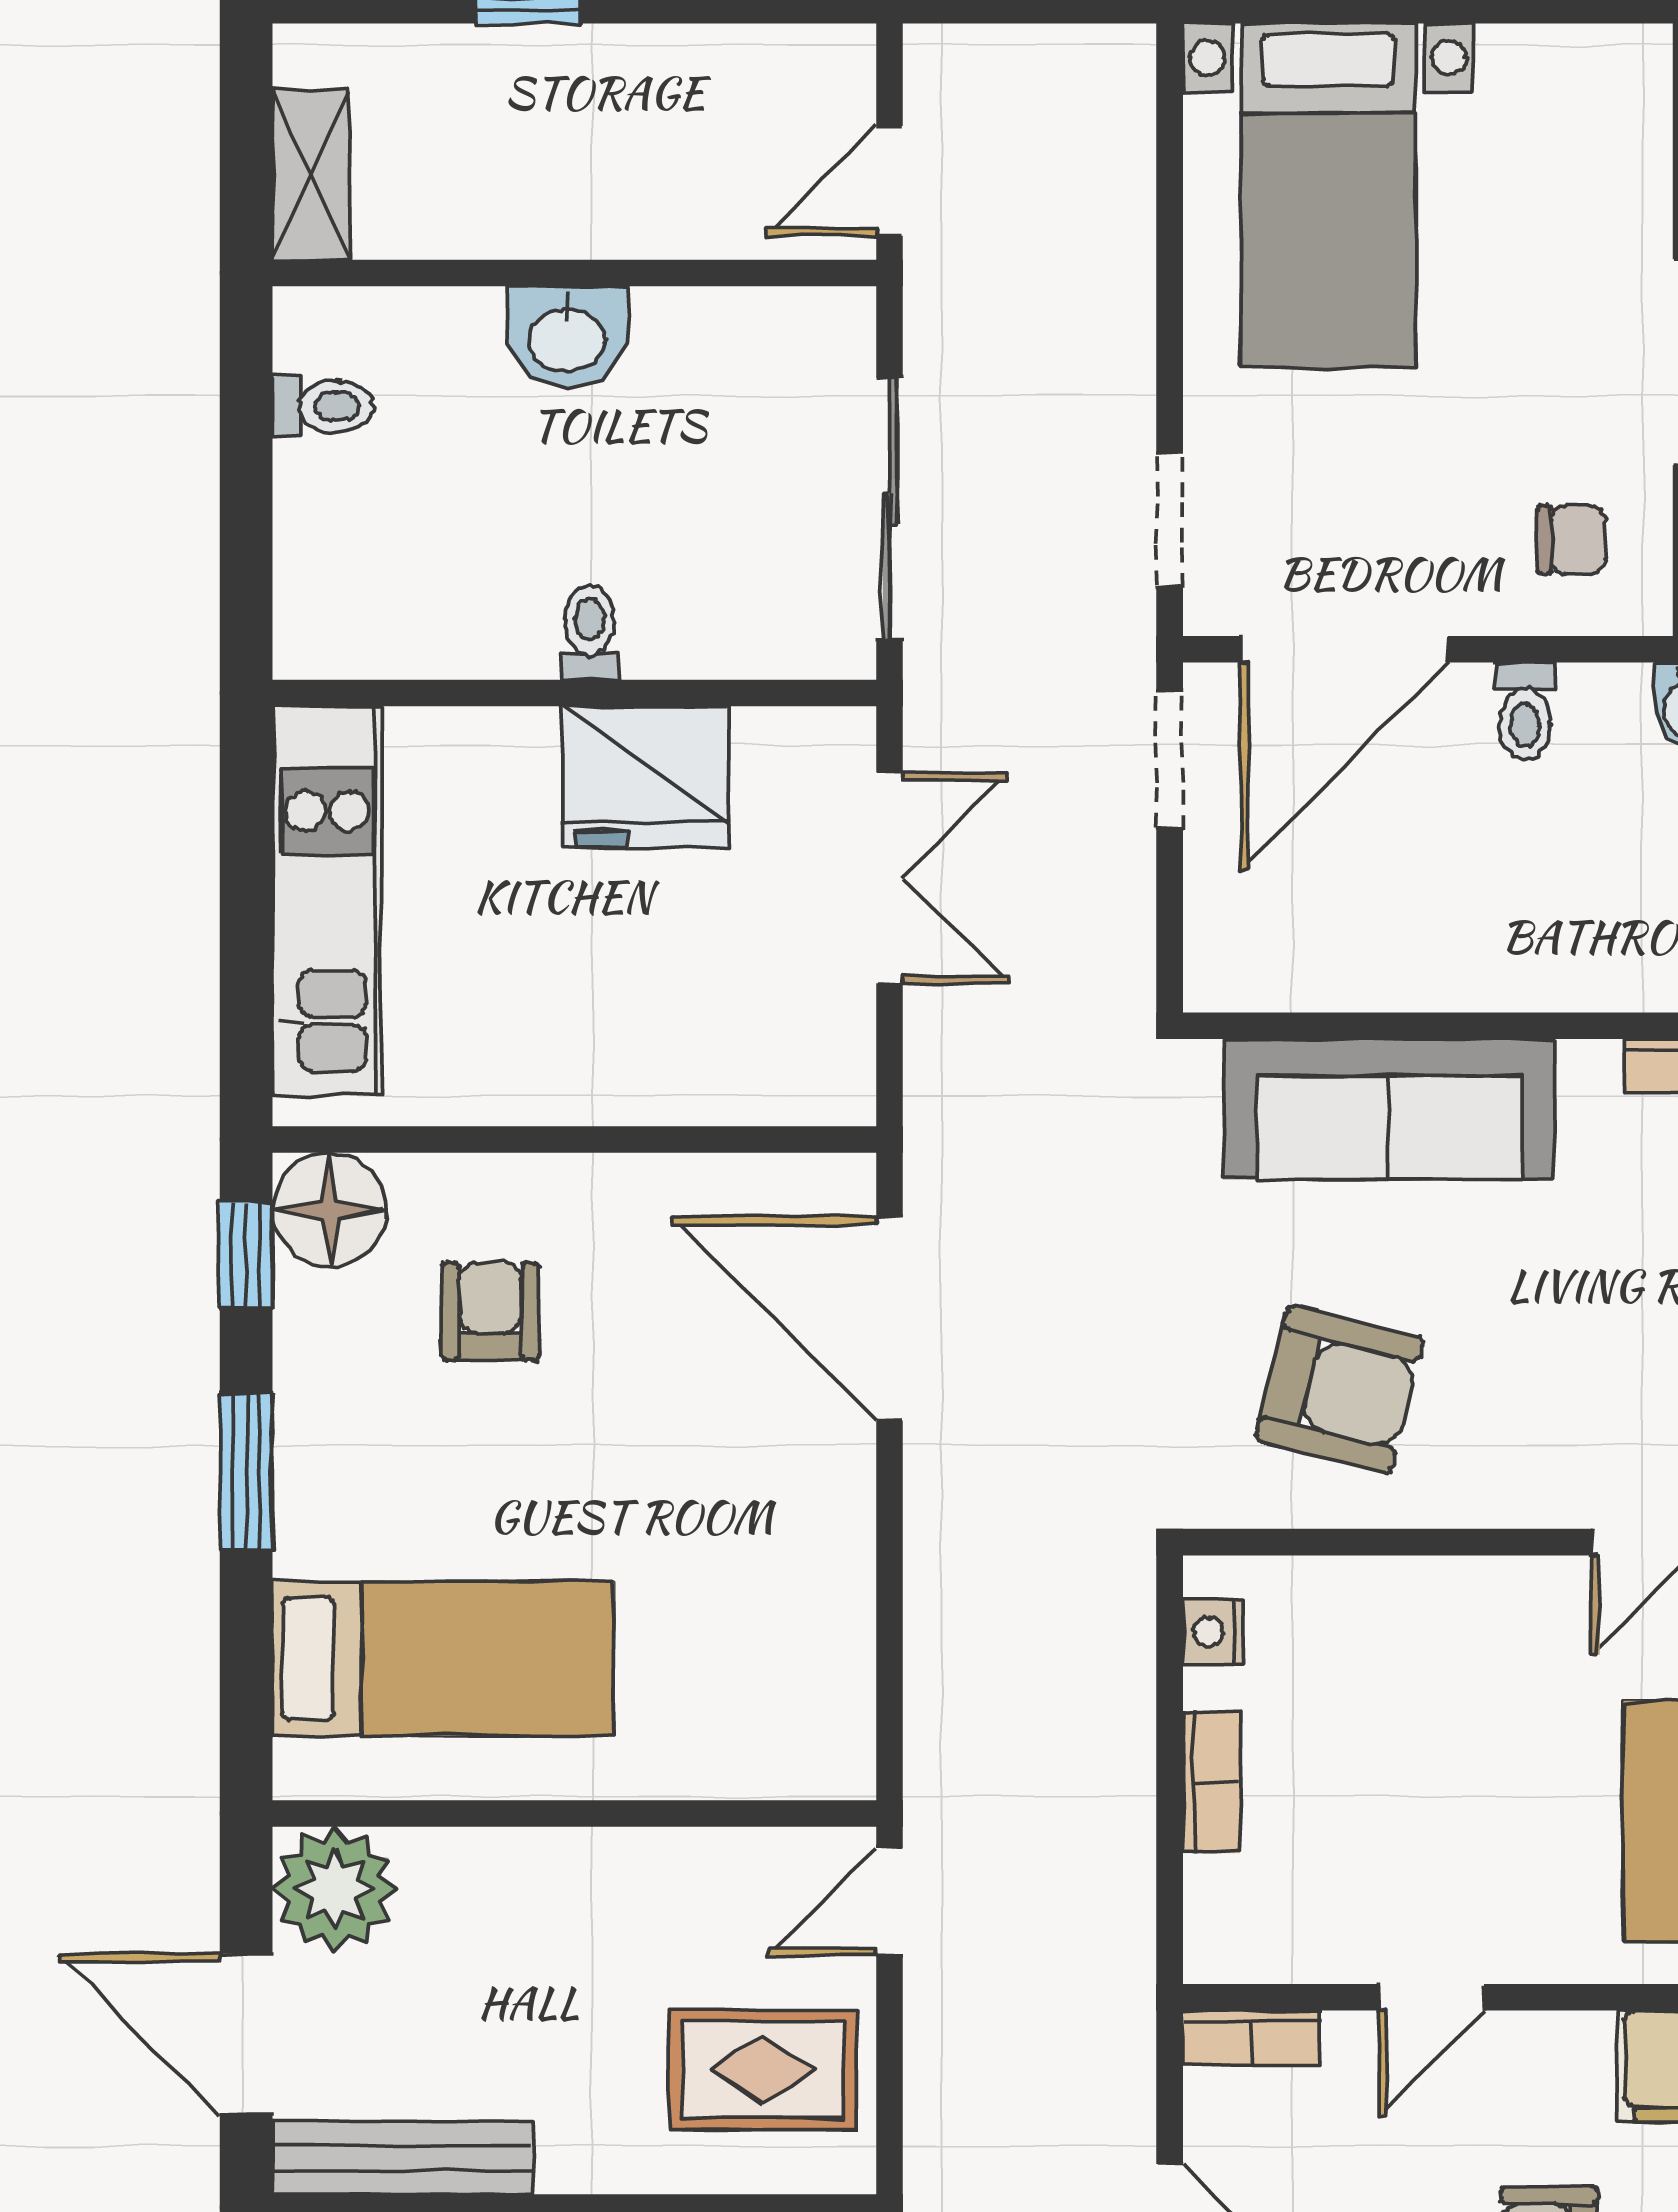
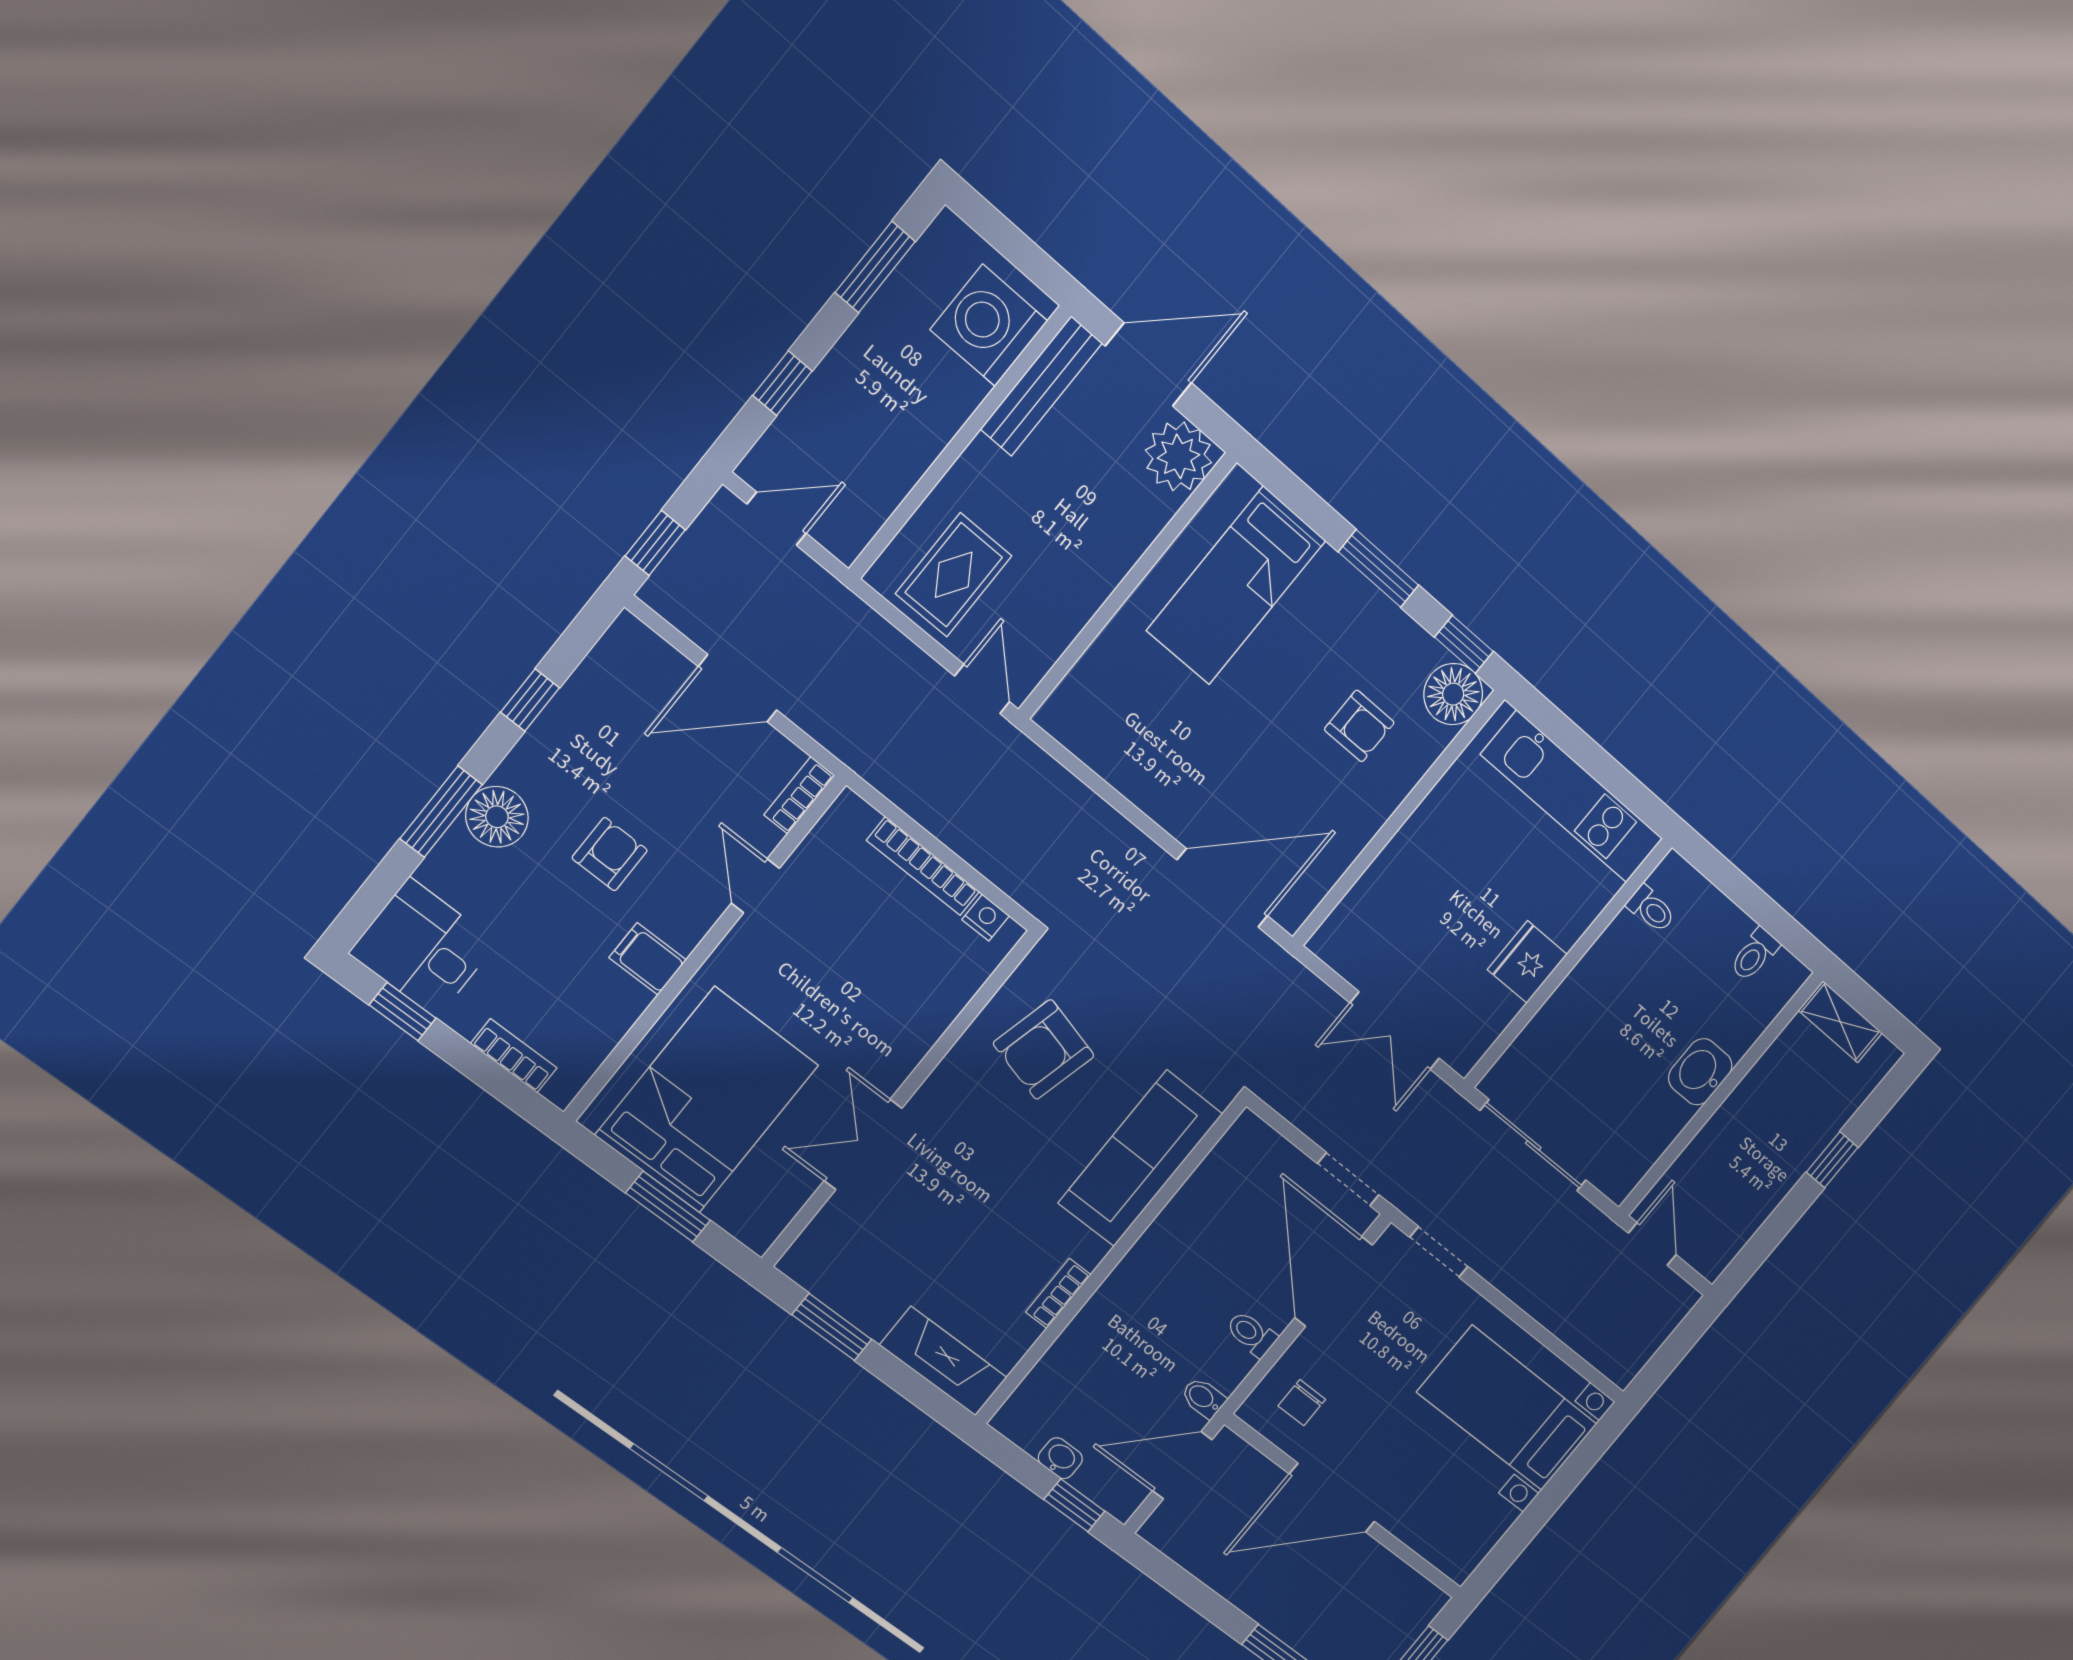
toilet: (590, 633) -> (1651, 909), moved
fridge: (645, 777) -> (1527, 962), width x0.73, depth x0.75
bookcase: (1211, 1782) -> (923, 866), width x1.56

